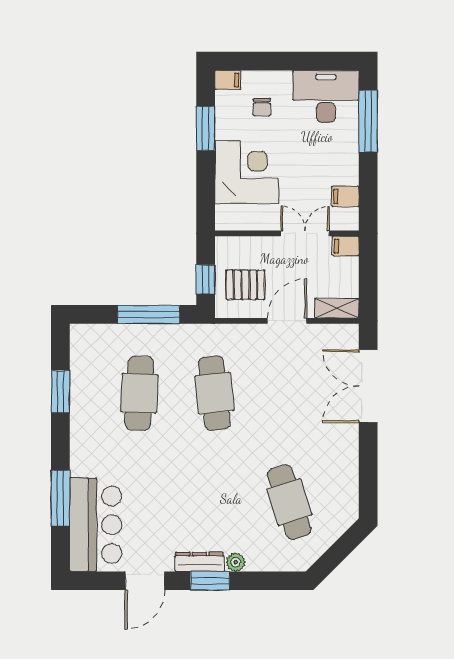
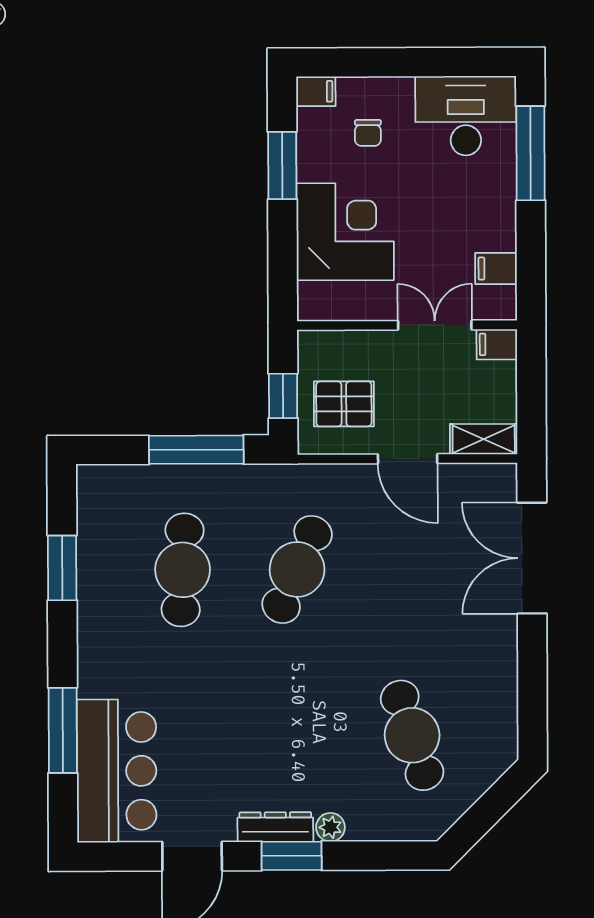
door: (287, 321) -> (408, 459), swing flipped
cafe table: (214, 393) -> (297, 569), turned 30

